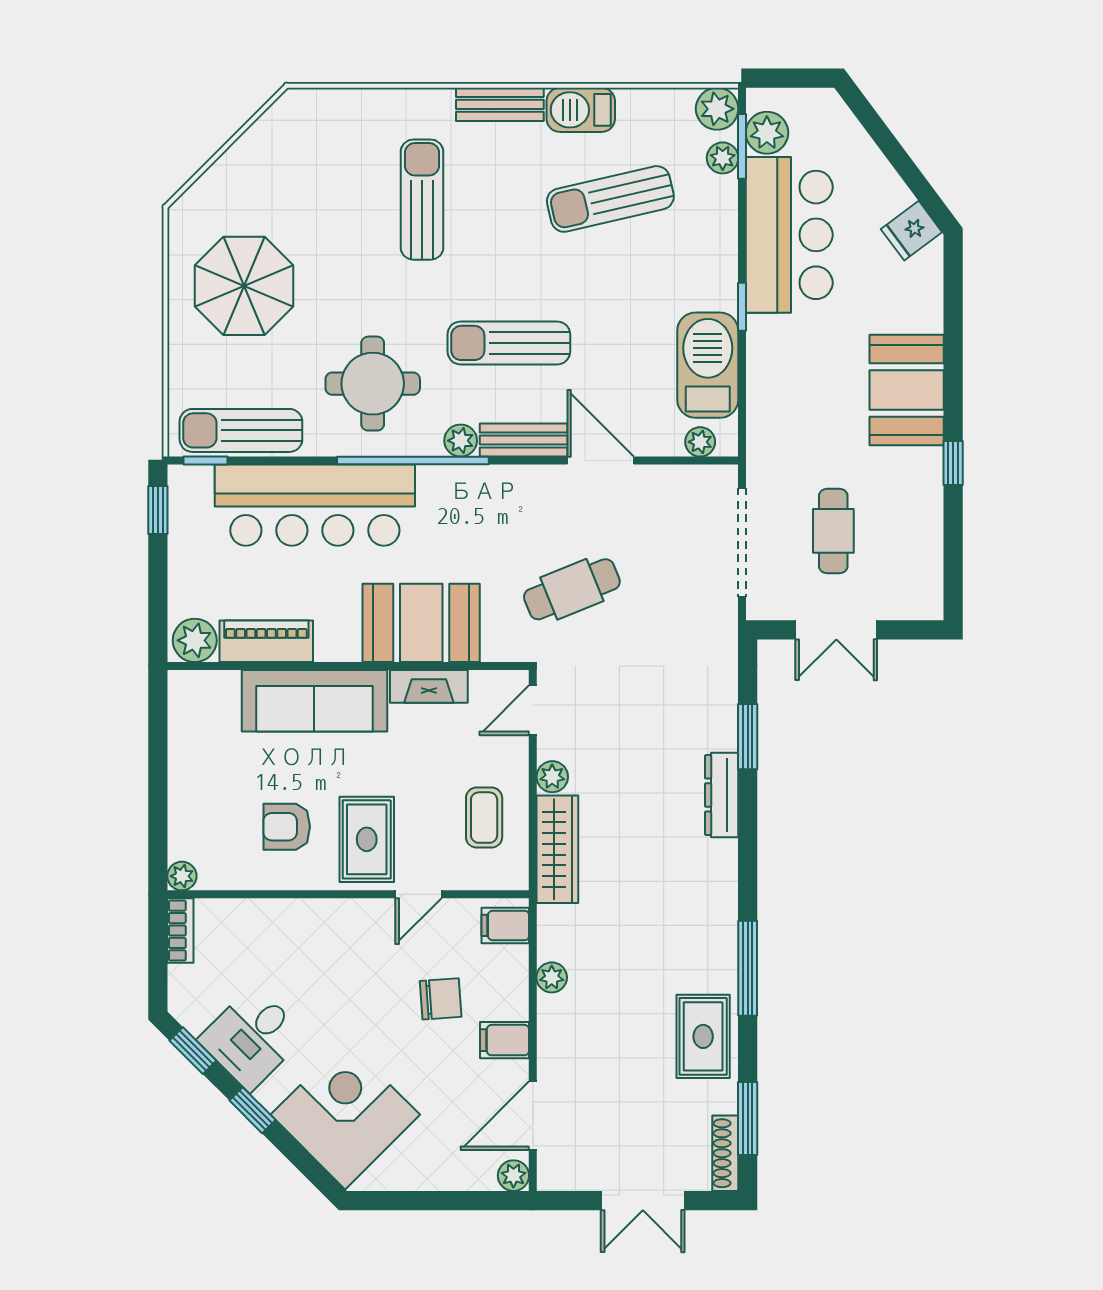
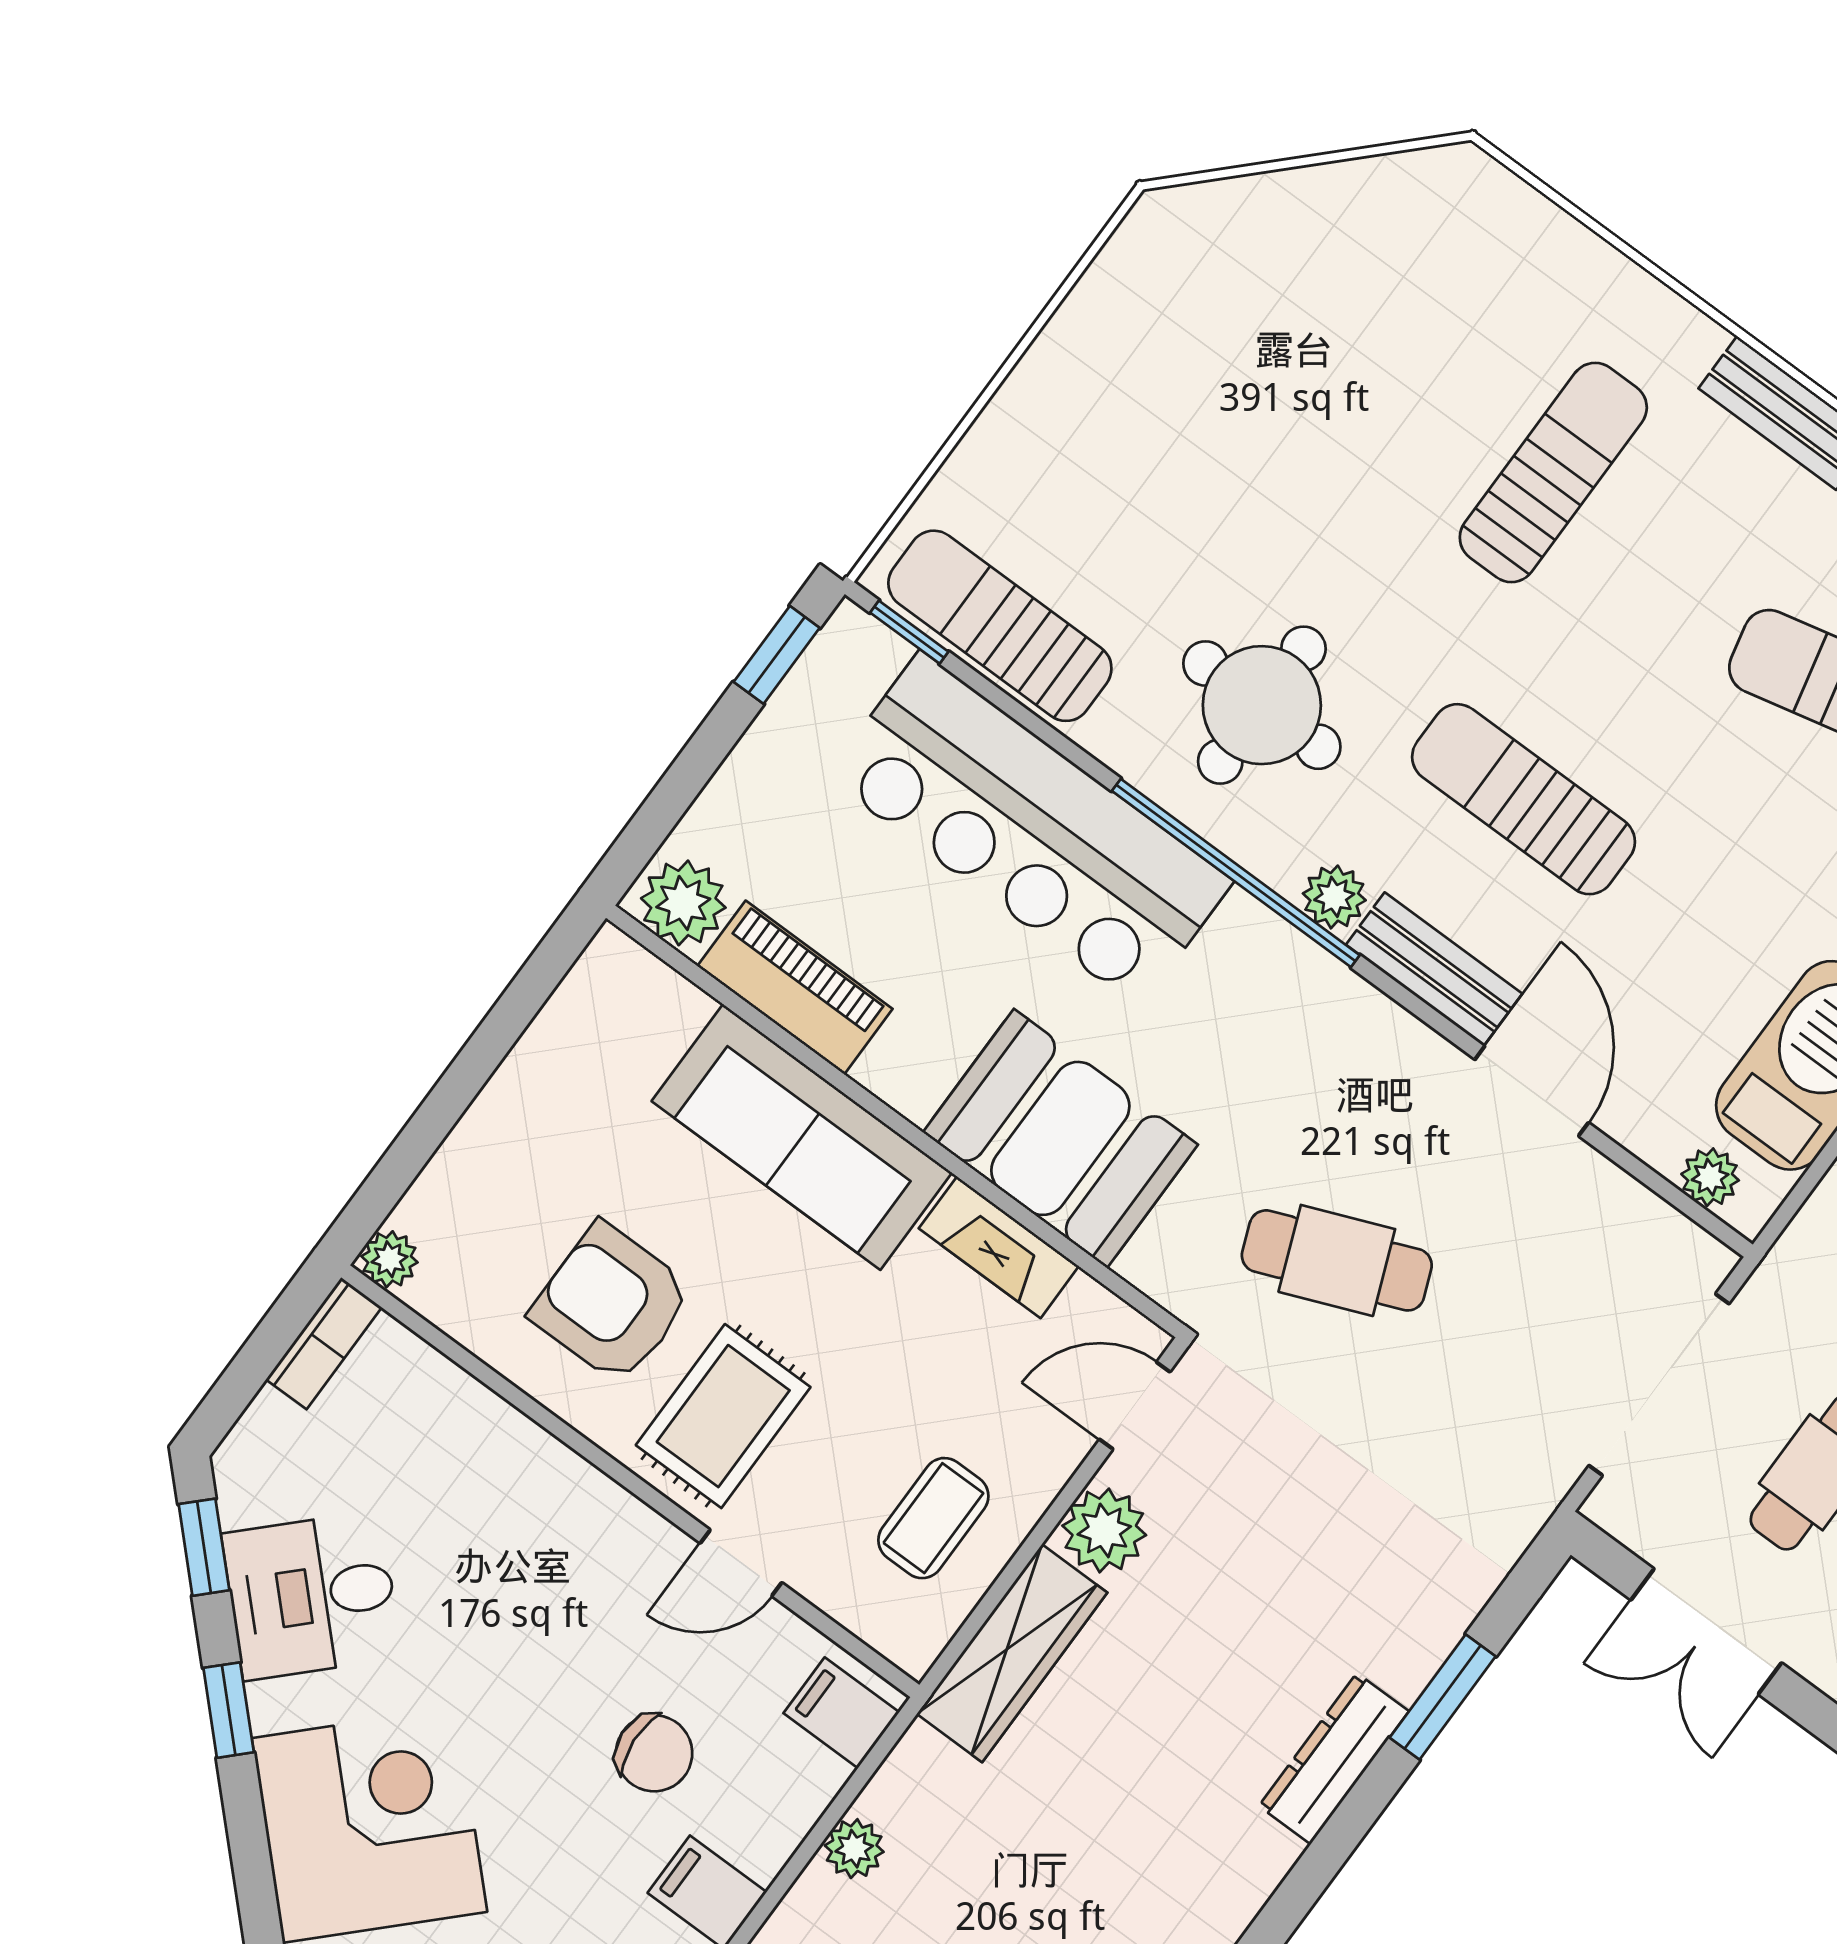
parasol: (244, 286) -> (1173, 402), removed
plant: (552, 777) -> (1104, 1530), width x1.38, depth x1.38
armchair: (287, 827) -> (612, 1303), width x1.38, depth x1.38

